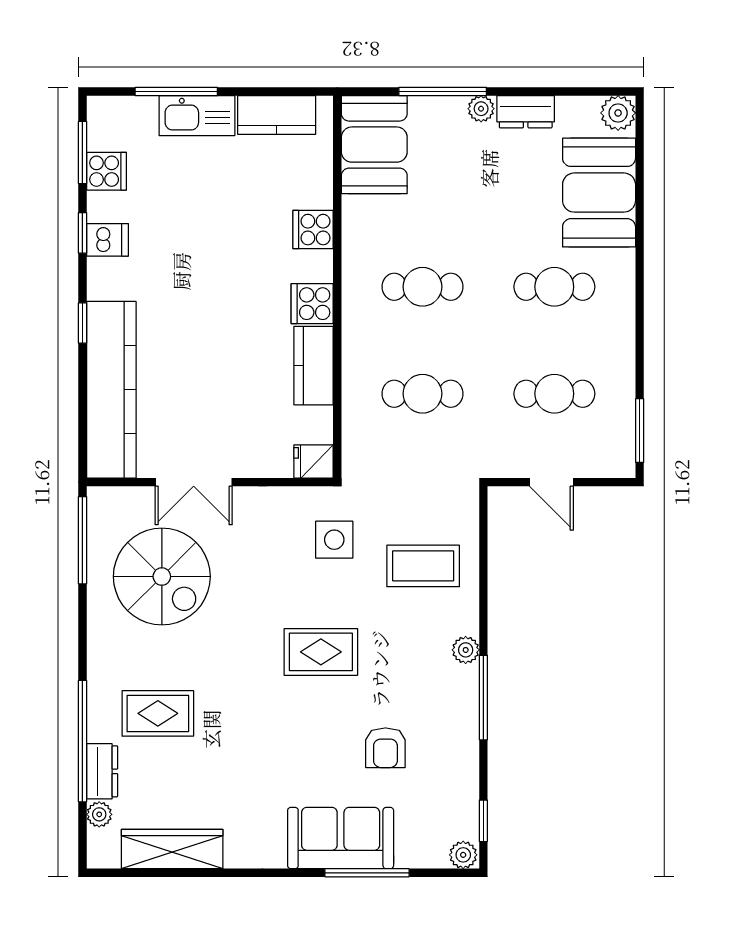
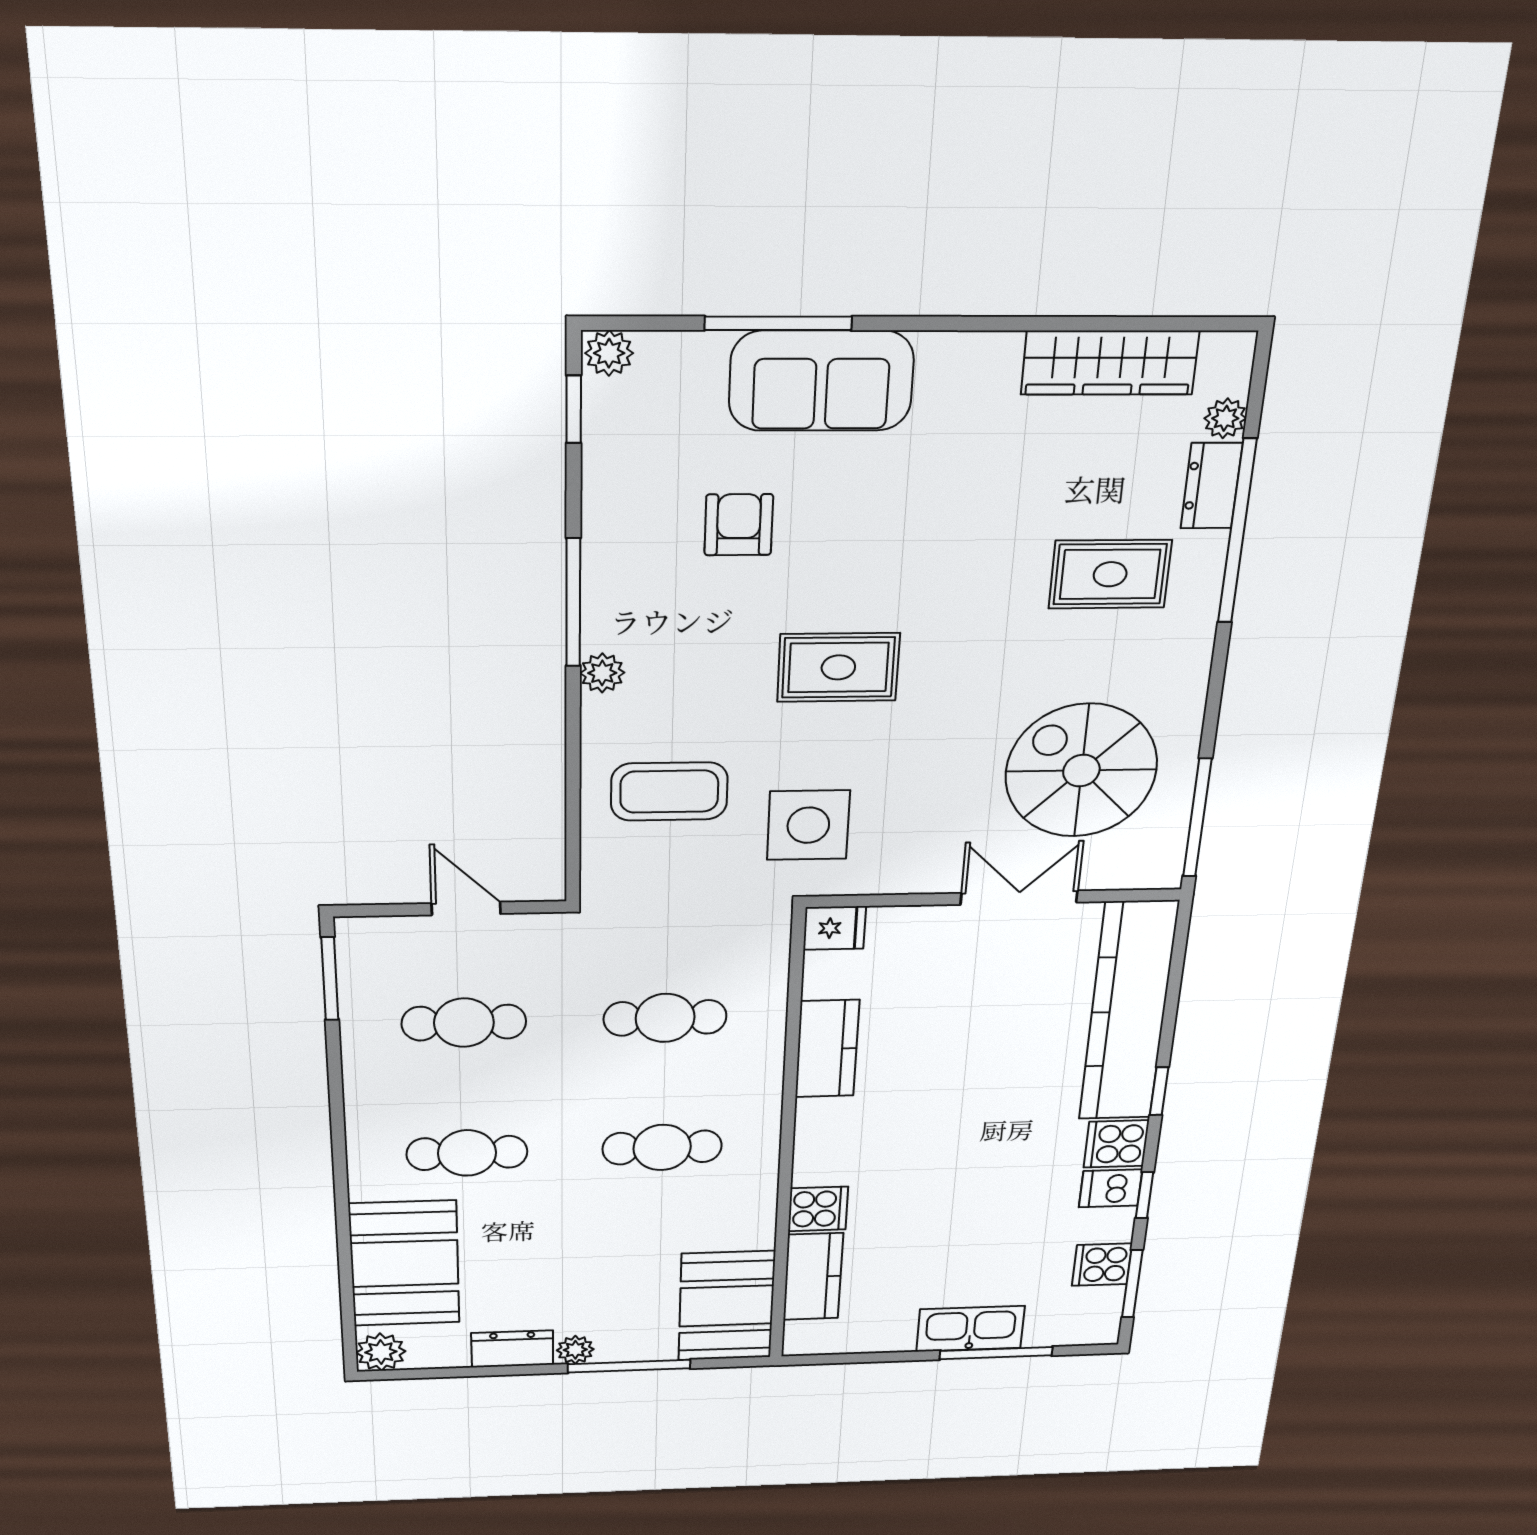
kitchen counter: (277, 115) -> (813, 1277), moved, turned 90
cooker: (312, 304) -> (1116, 1144), moved, turned 180
side table: (334, 540) -> (808, 825), width x1.37, depth x1.37

